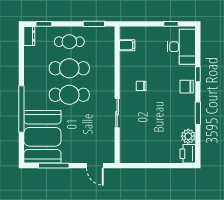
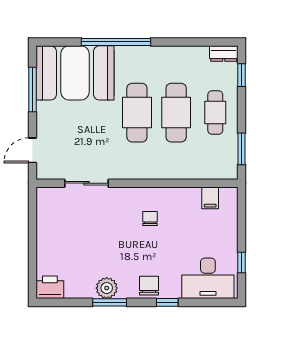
sliding door: (117, 113) -> (87, 183), moved
plant: (188, 136) -> (107, 288), moved

